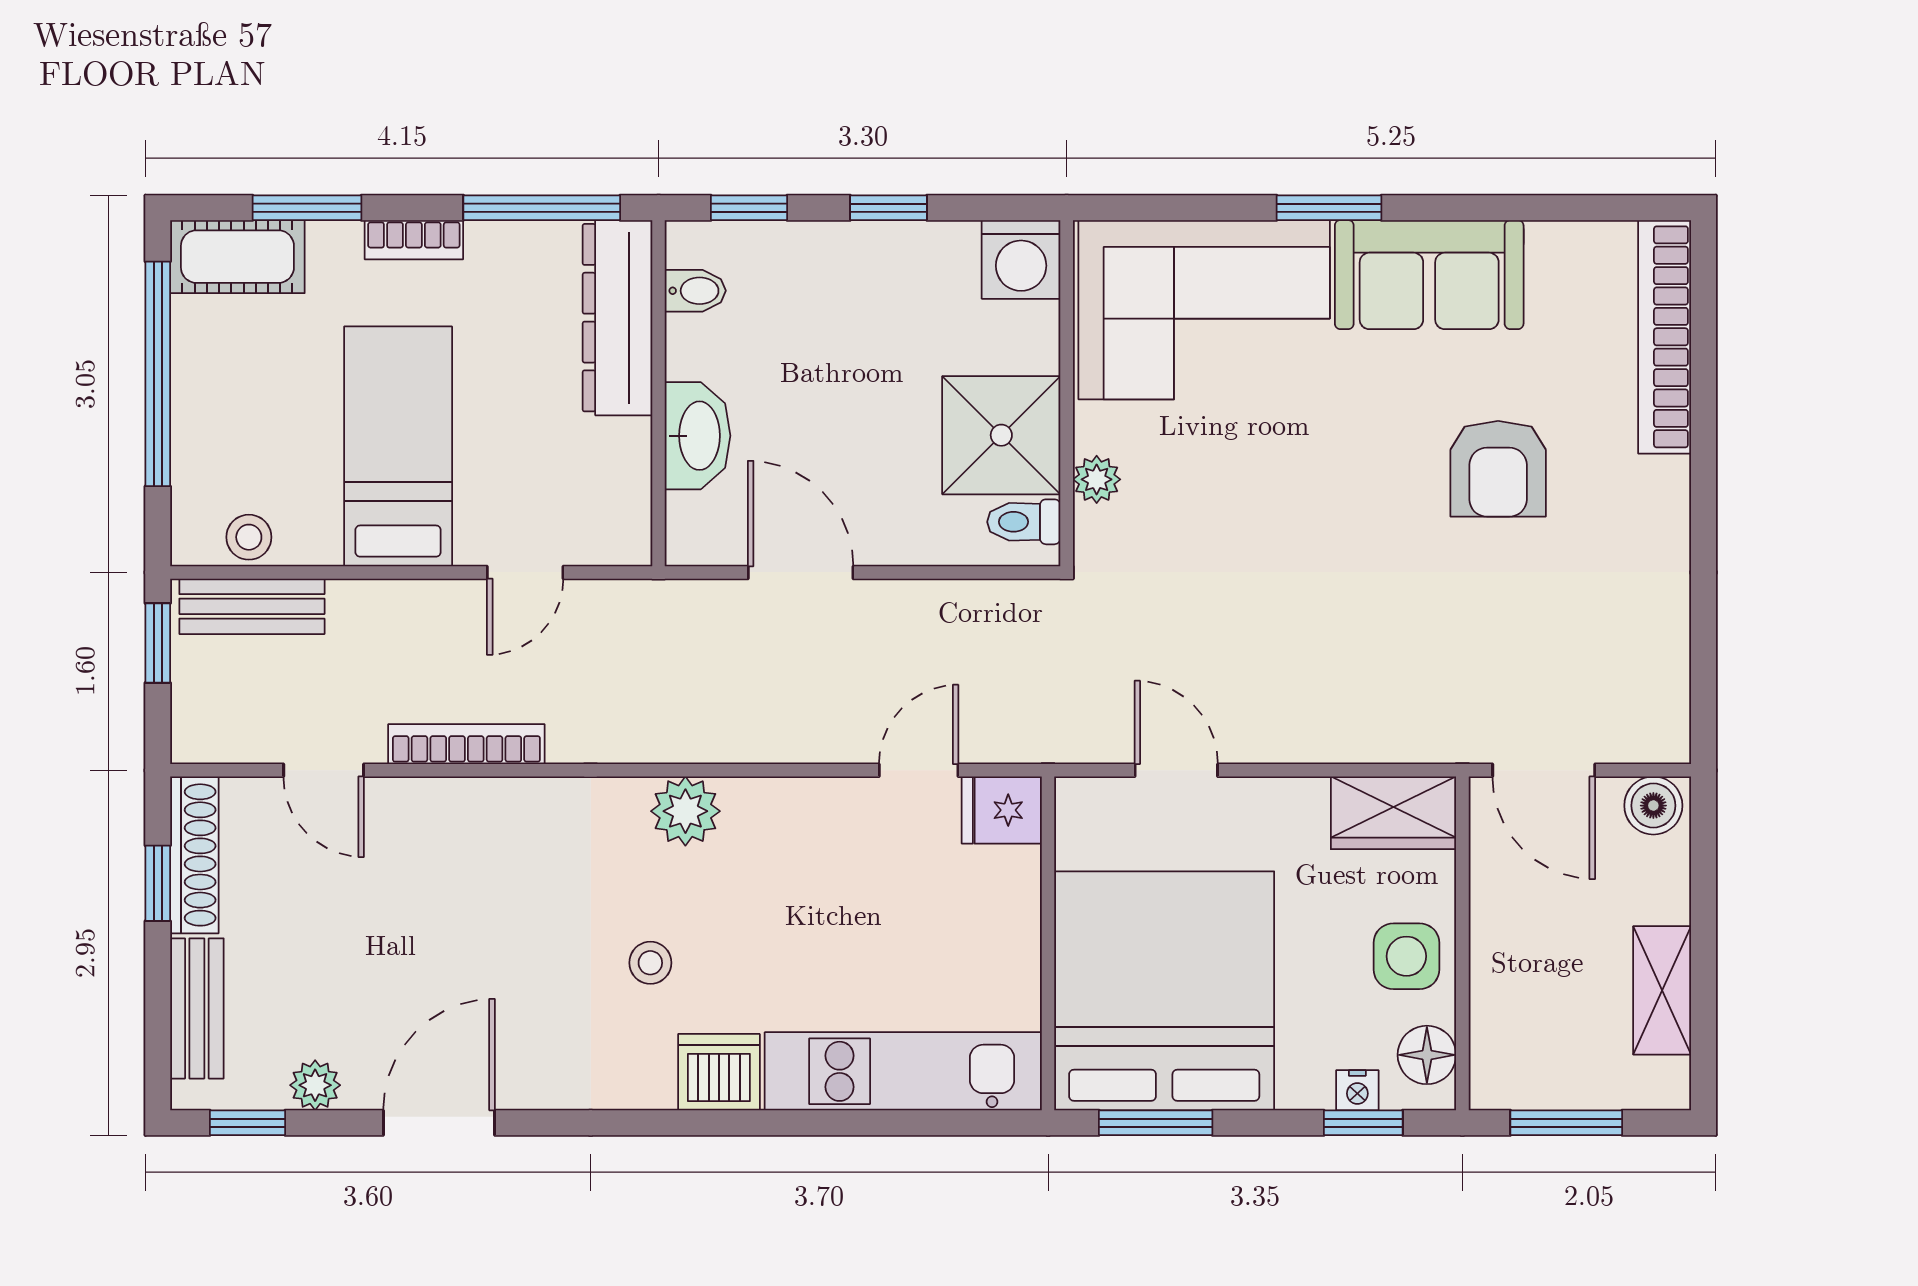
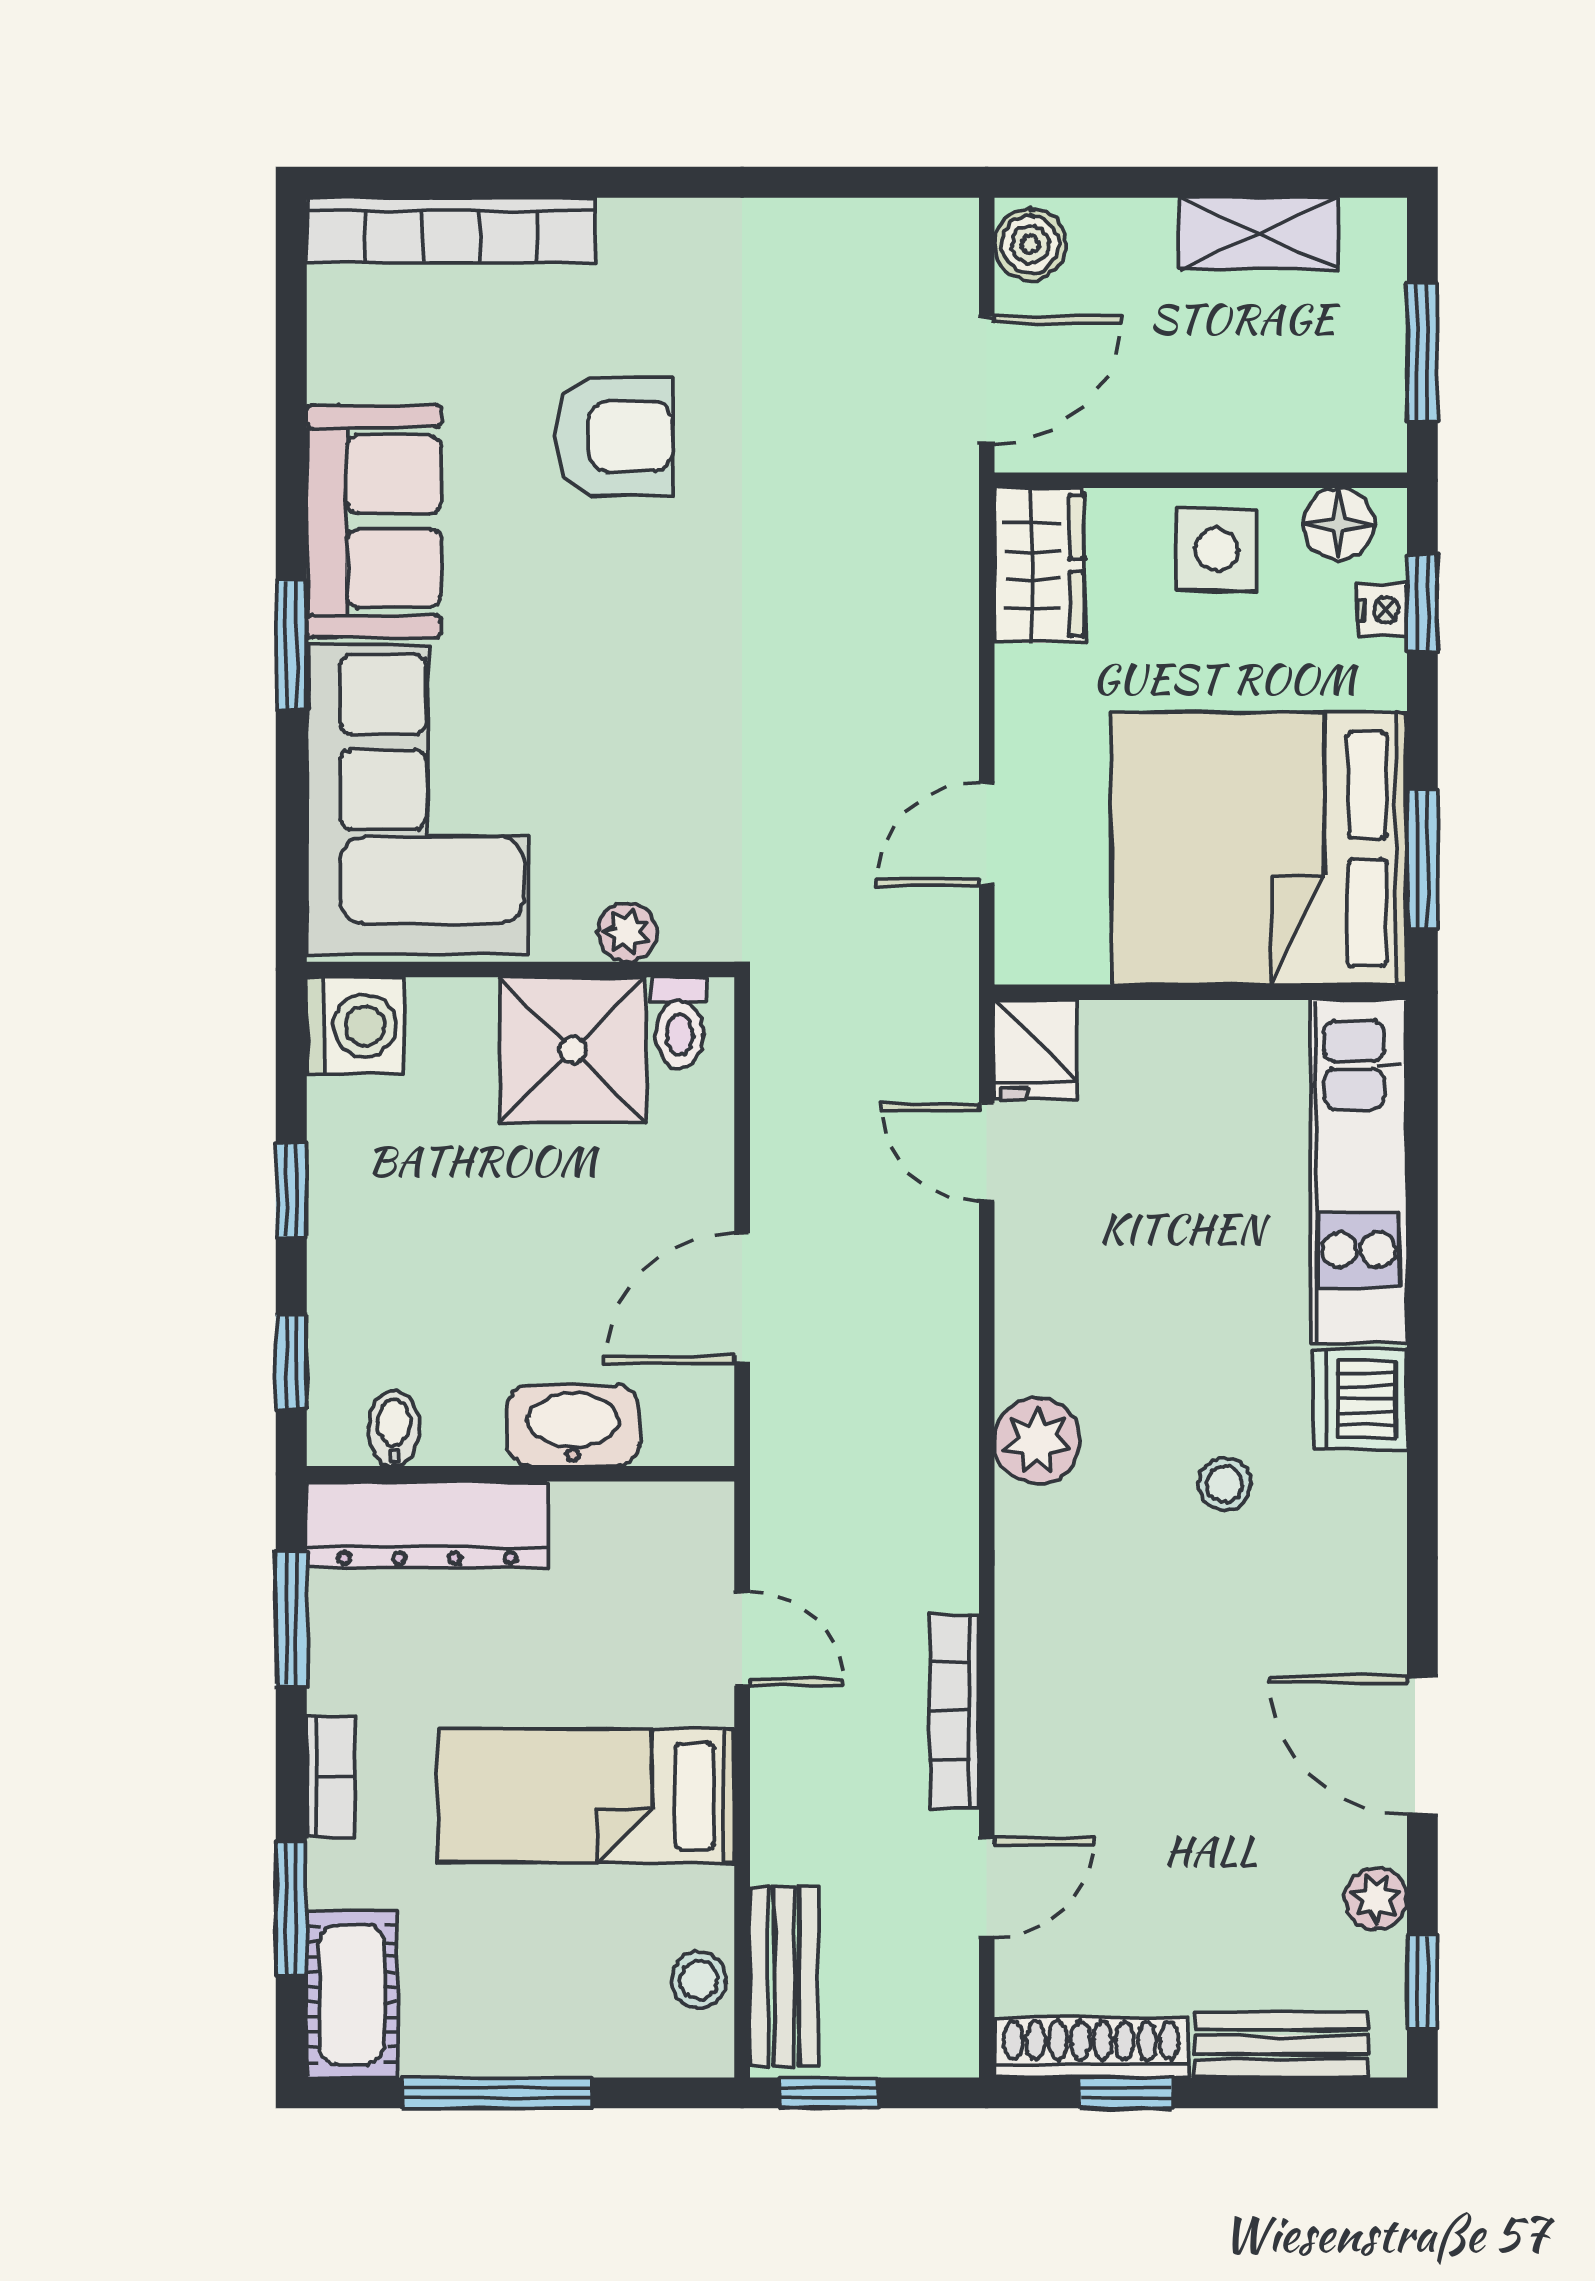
window: (542, 208) -> (291, 1618), width x0.69
window: (158, 374) -> (497, 2093), width x0.68

